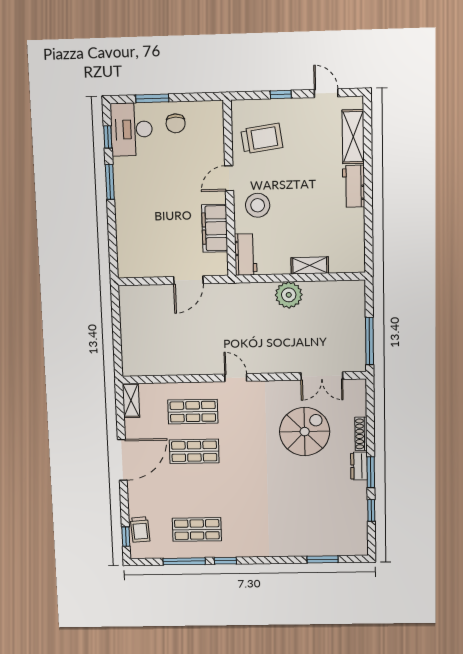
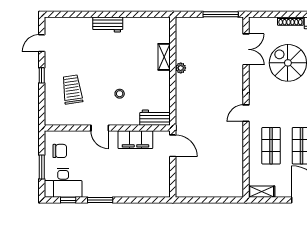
shelving: (353, 137) -> (73, 24), removed
door: (229, 178) -> (100, 128), moved
wall: (230, 189) -> (107, 128), moved
stool: (258, 205) -> (120, 94), width x0.53, depth x0.53
filing cabinet: (215, 228) -> (135, 140), moved
workbench: (246, 255) -> (155, 118), moved
plant: (289, 295) -> (181, 68), width x0.53, depth x0.53

